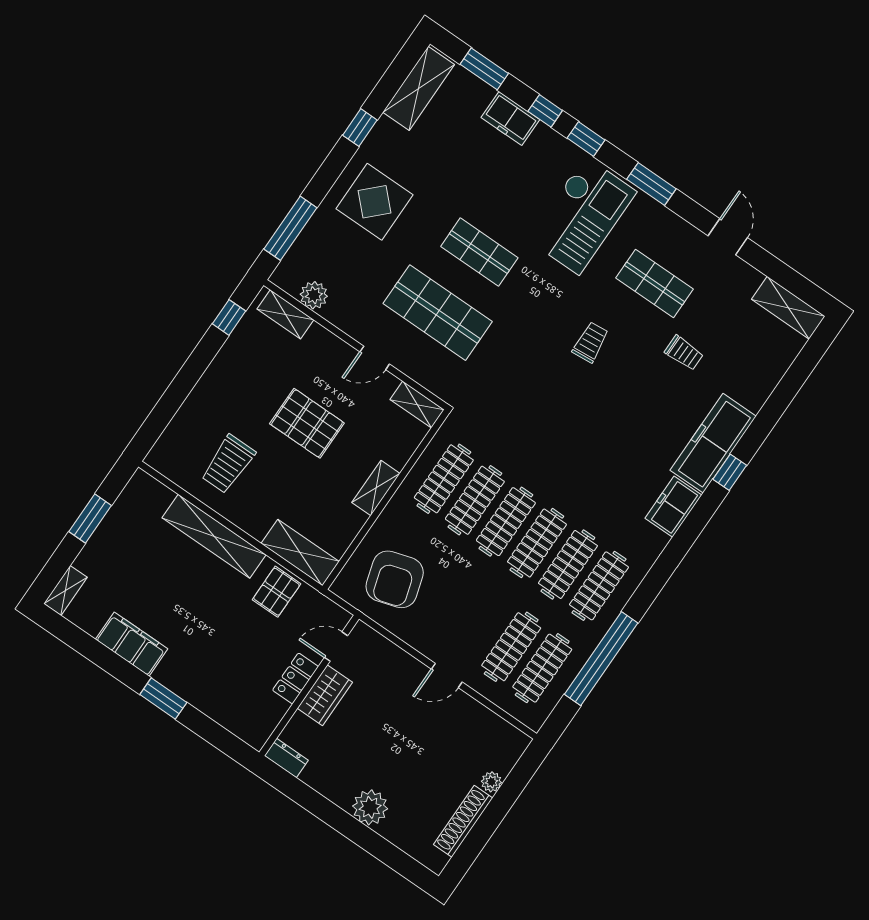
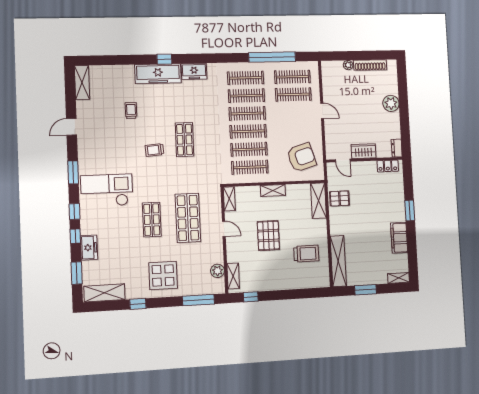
shop shelf: (655, 283) -> (185, 140), moved
shelving: (214, 536) -> (338, 261), moved
locker: (296, 678) -> (388, 166), moved

